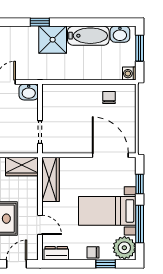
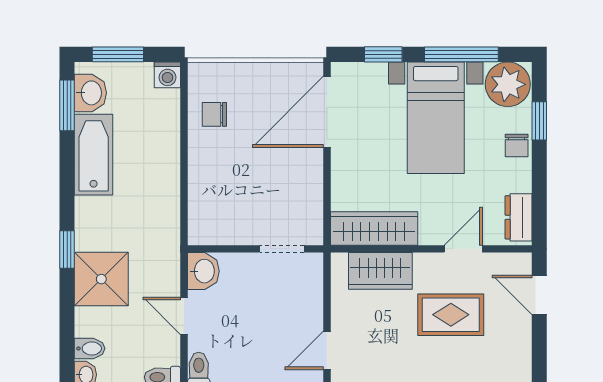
window: (114, 22) -> (67, 105), added
shower: (53, 40) -> (101, 279), moved
wardrobe: (22, 166) -> (380, 271), moved, turned 90

